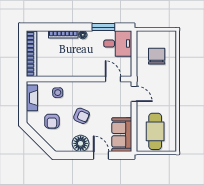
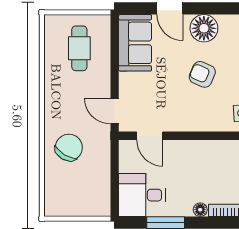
chair: (157, 56) -> (69, 147), moved, turned -149
cafe table: (155, 131) -> (79, 48), width x0.73, depth x0.74

